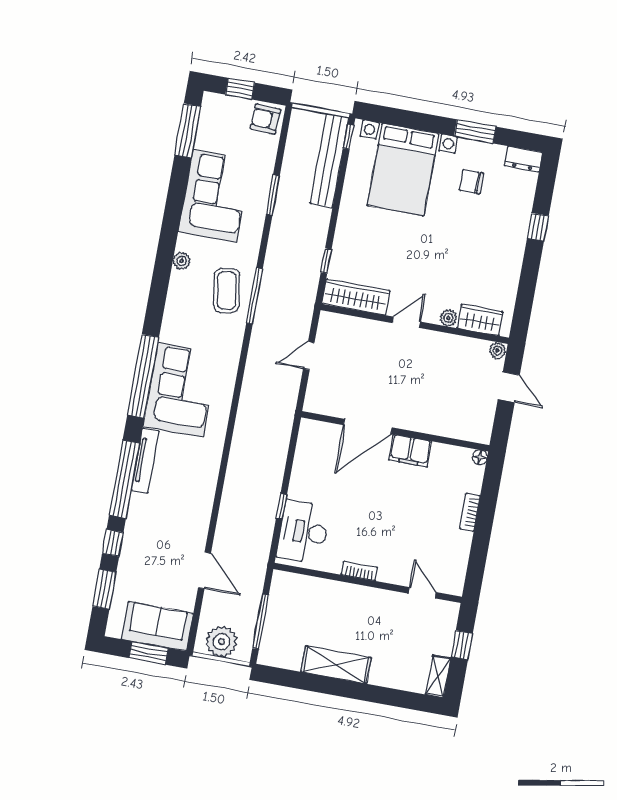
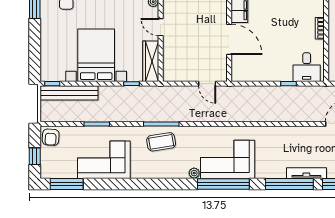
bed with nightstands: (403, 170) -> (96, 55), moved, turned -90
plant: (182, 261) -> (194, 173), moved
door: (309, 356) -> (207, 84), moved
tv unit: (145, 461) -> (306, 173), moved
desk: (304, 532) -> (307, 67), width x0.73

